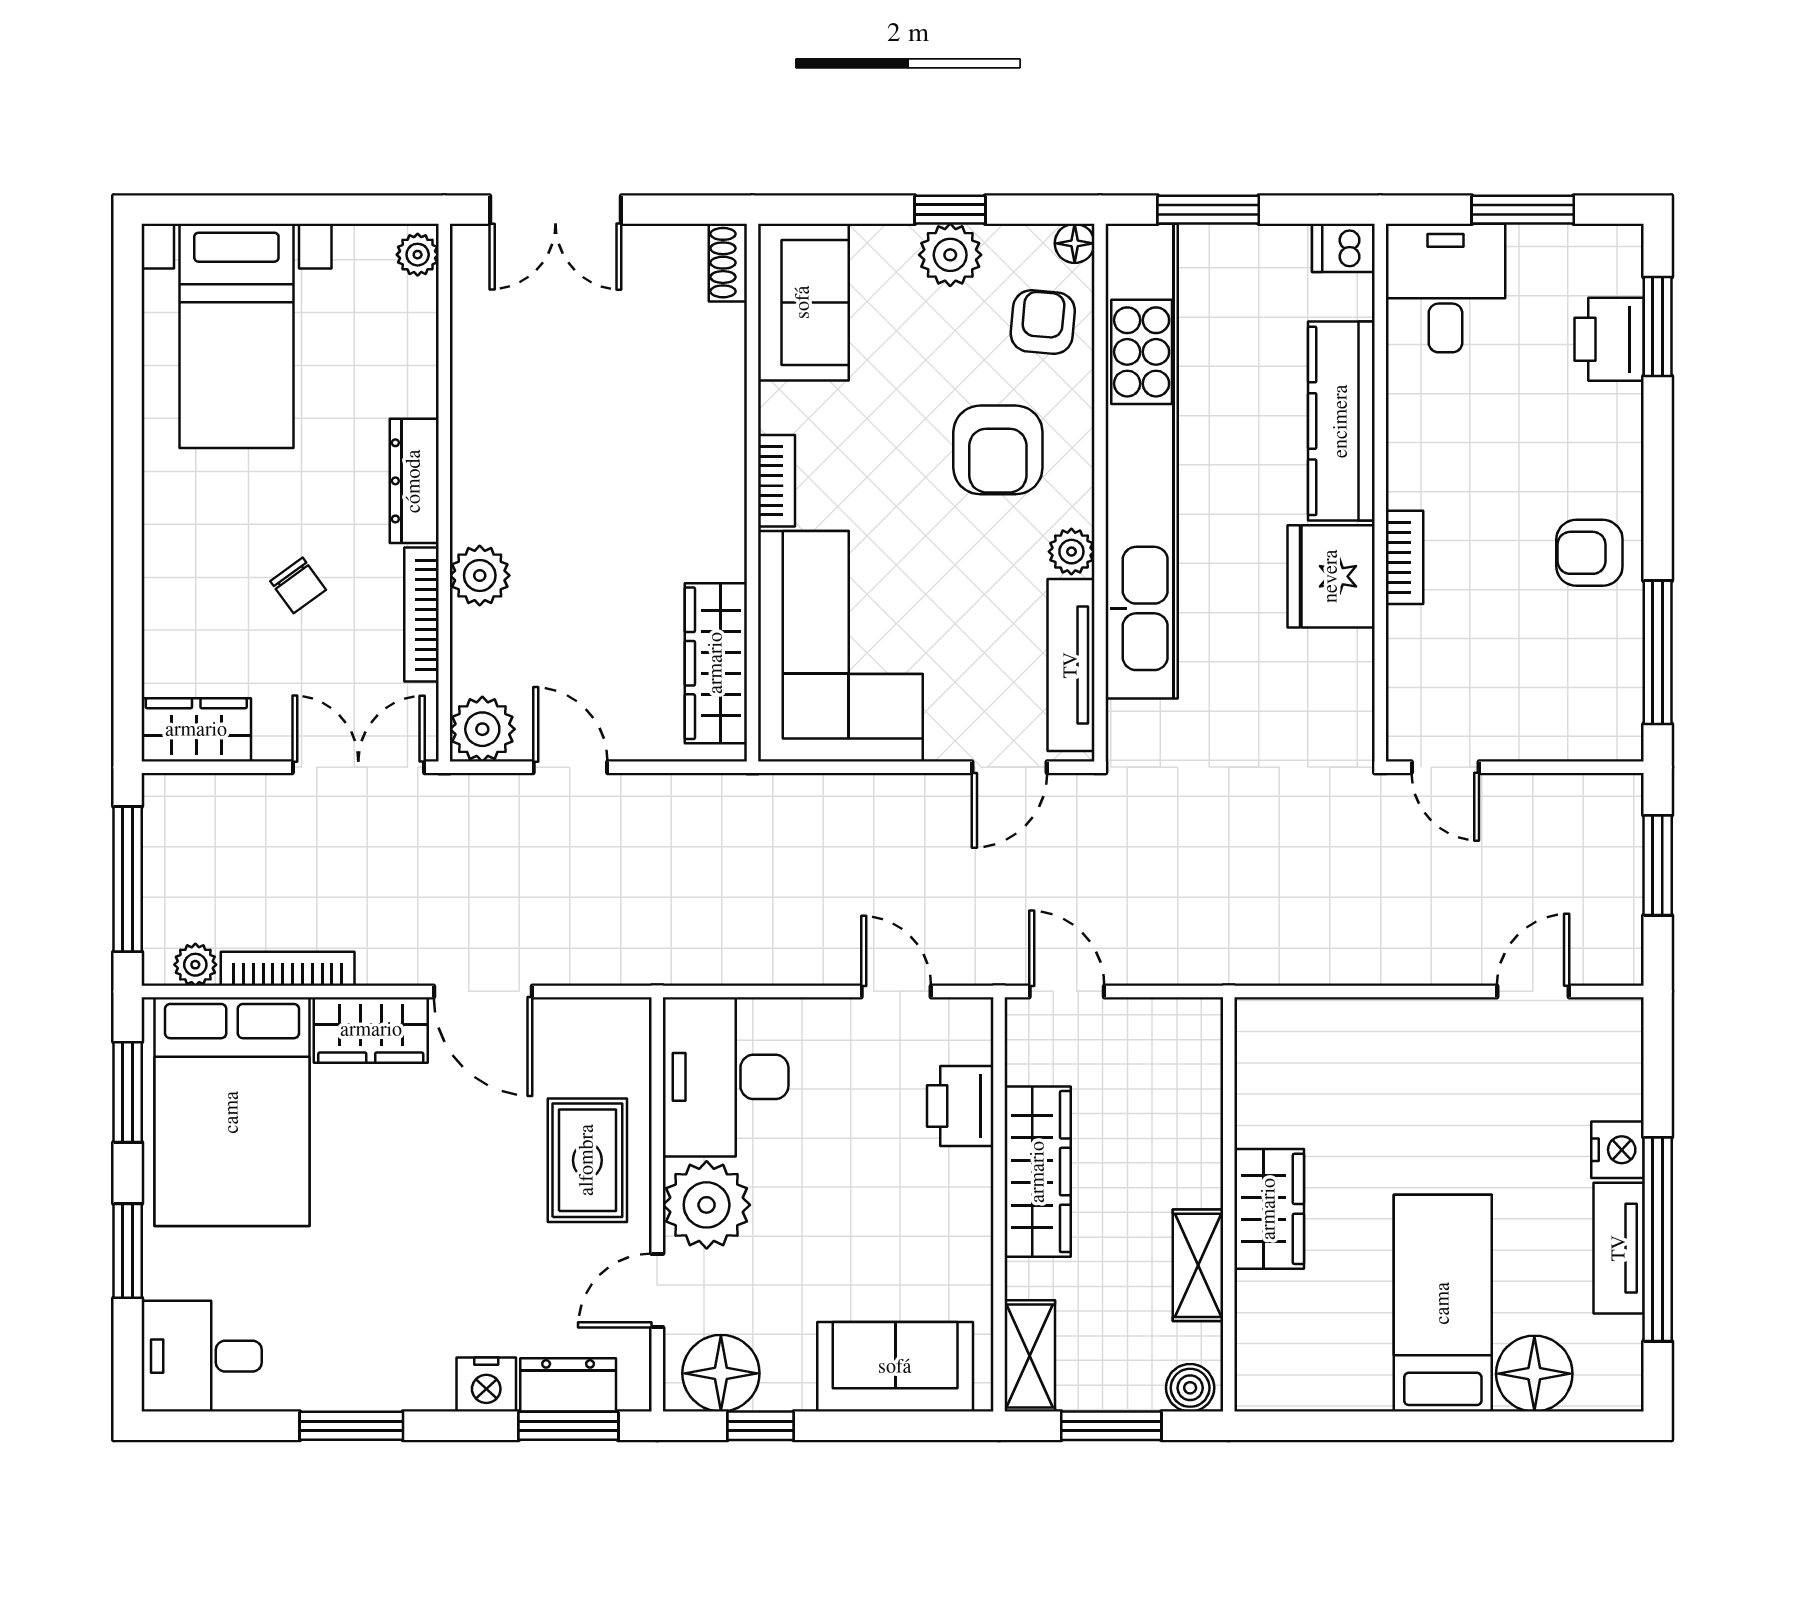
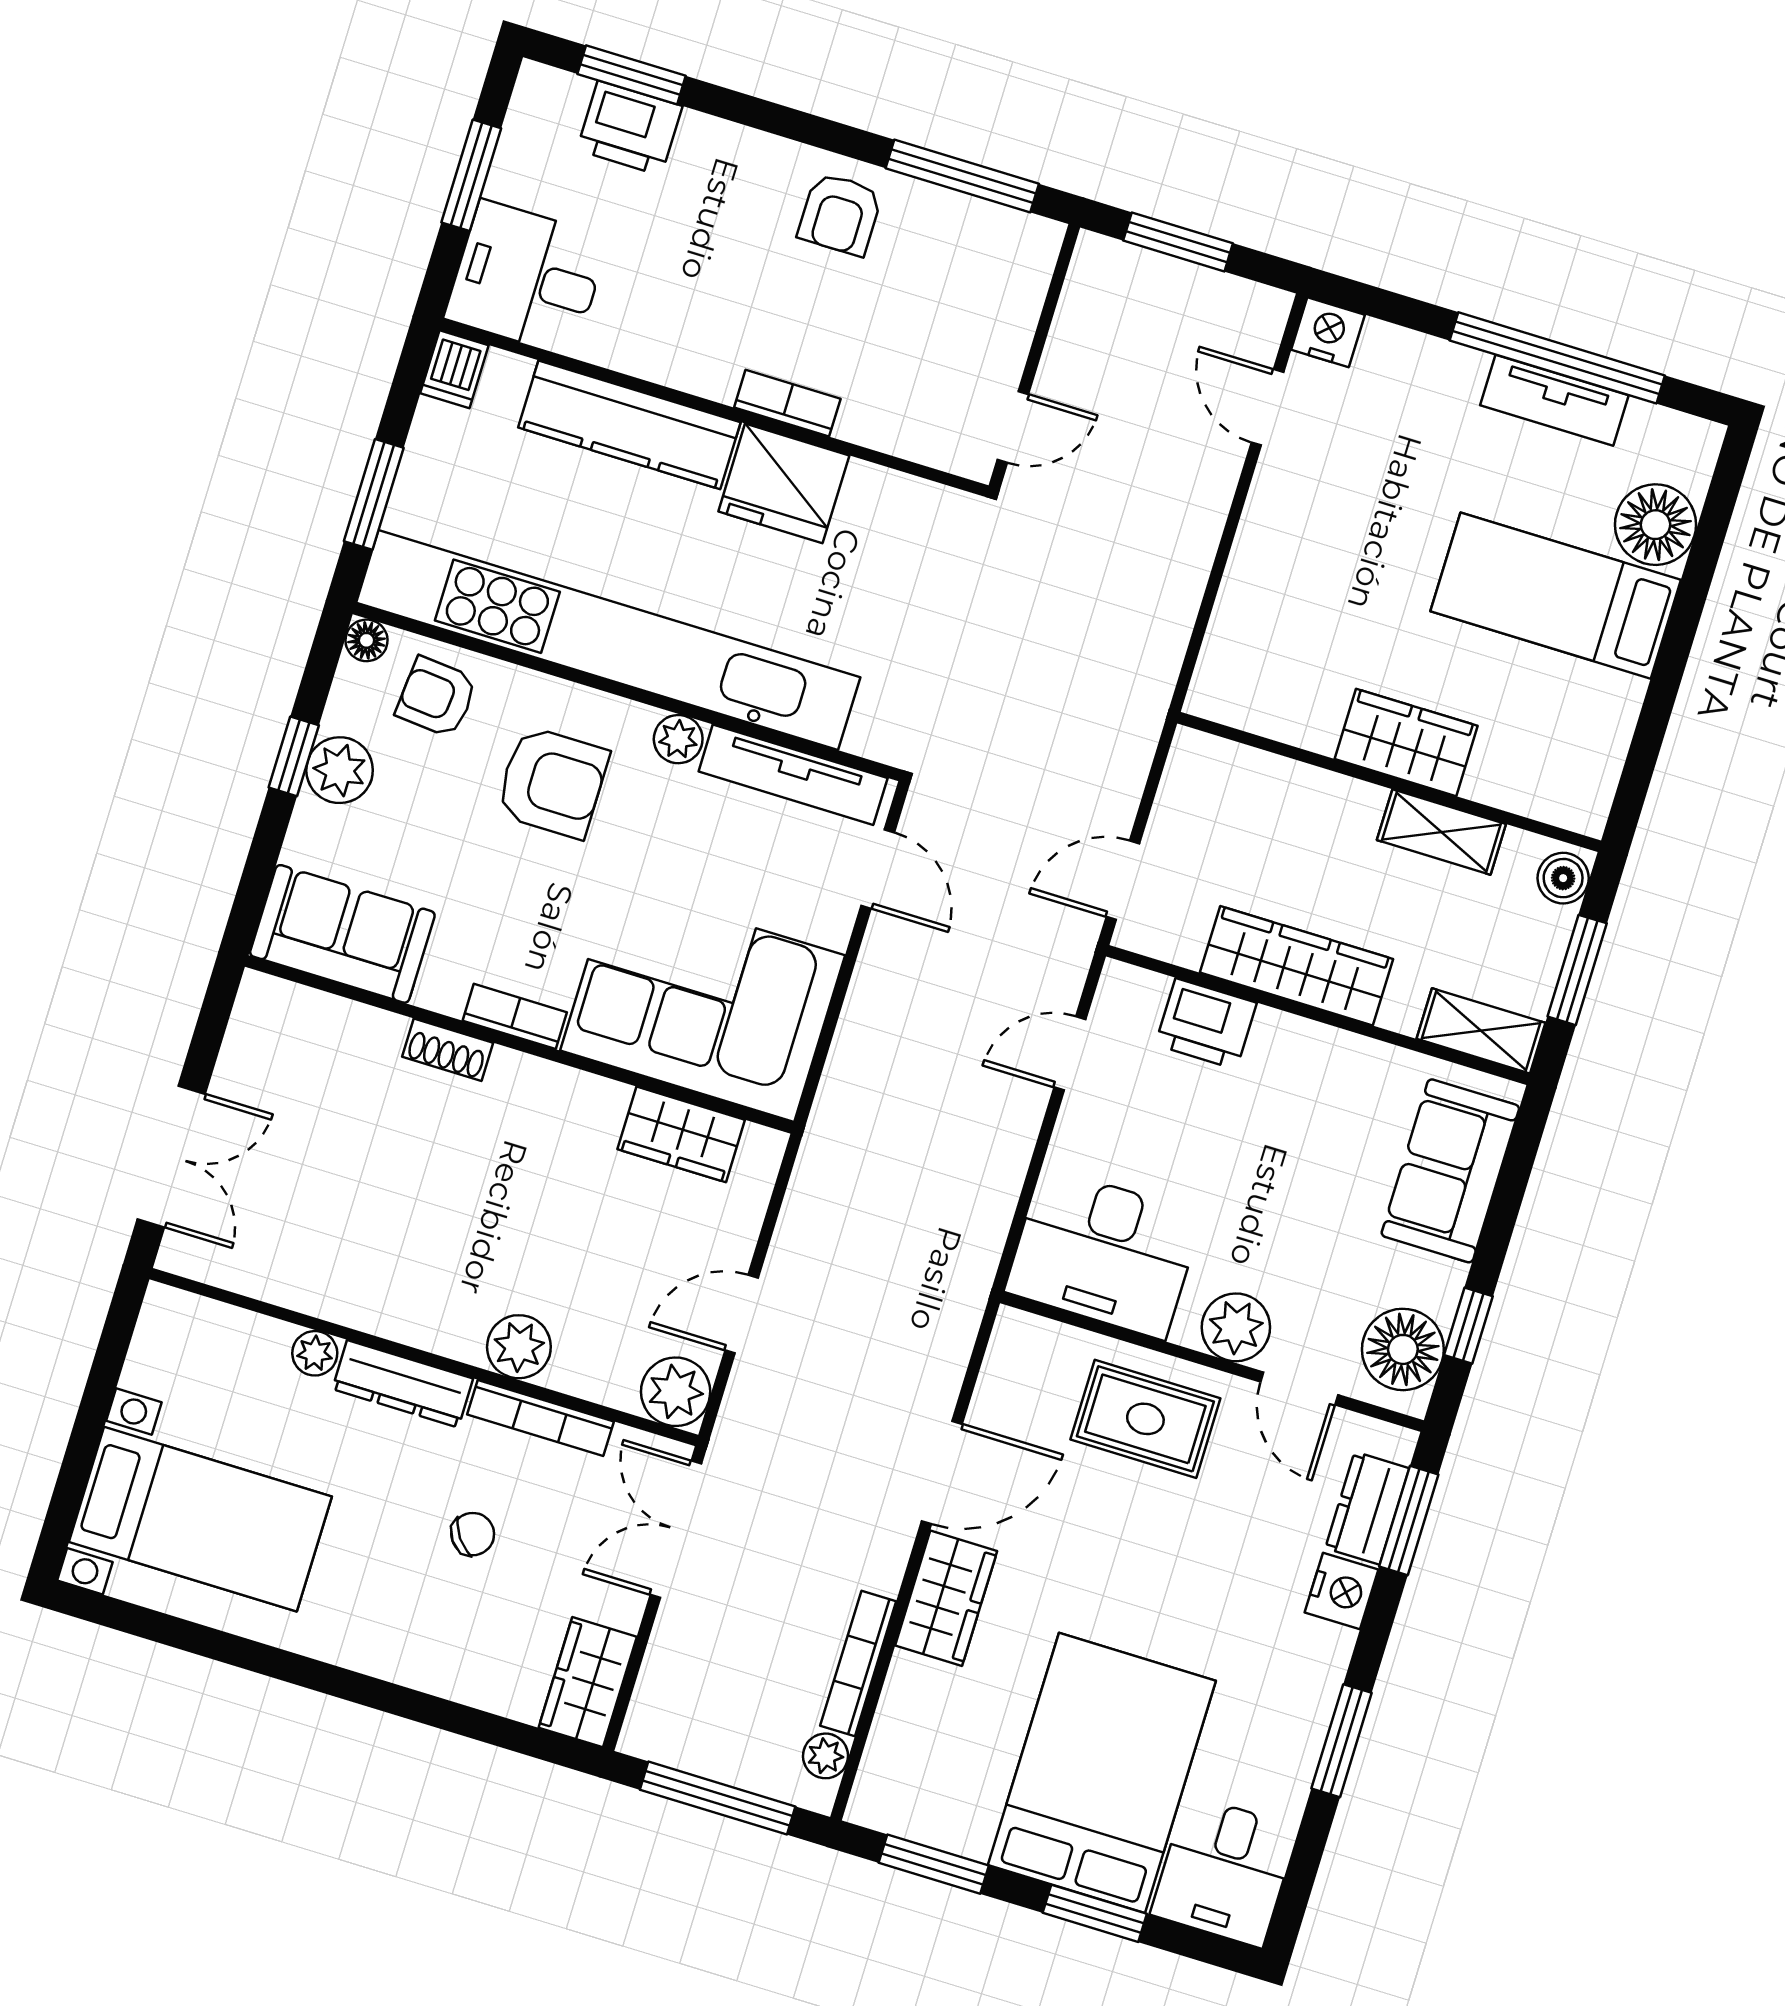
plant: (418, 255) -> (315, 1353), moved
shoe rack: (728, 263) -> (448, 1050), moved
wardrobe: (716, 663) -> (681, 1134), width x0.67
bed: (232, 1112) -> (1102, 1773), moved, turned -90
nightstand: (1617, 1150) -> (1328, 332), moved
plant: (707, 1205) -> (1236, 1327), width x0.73, depth x0.73

